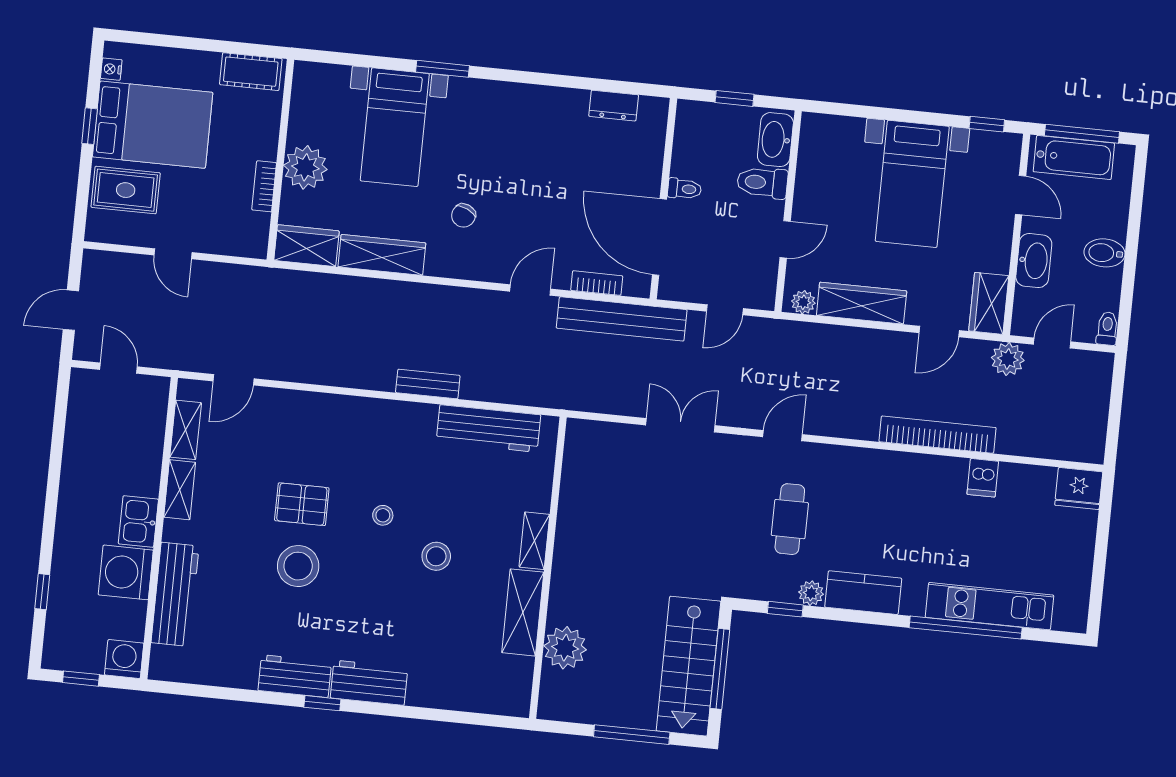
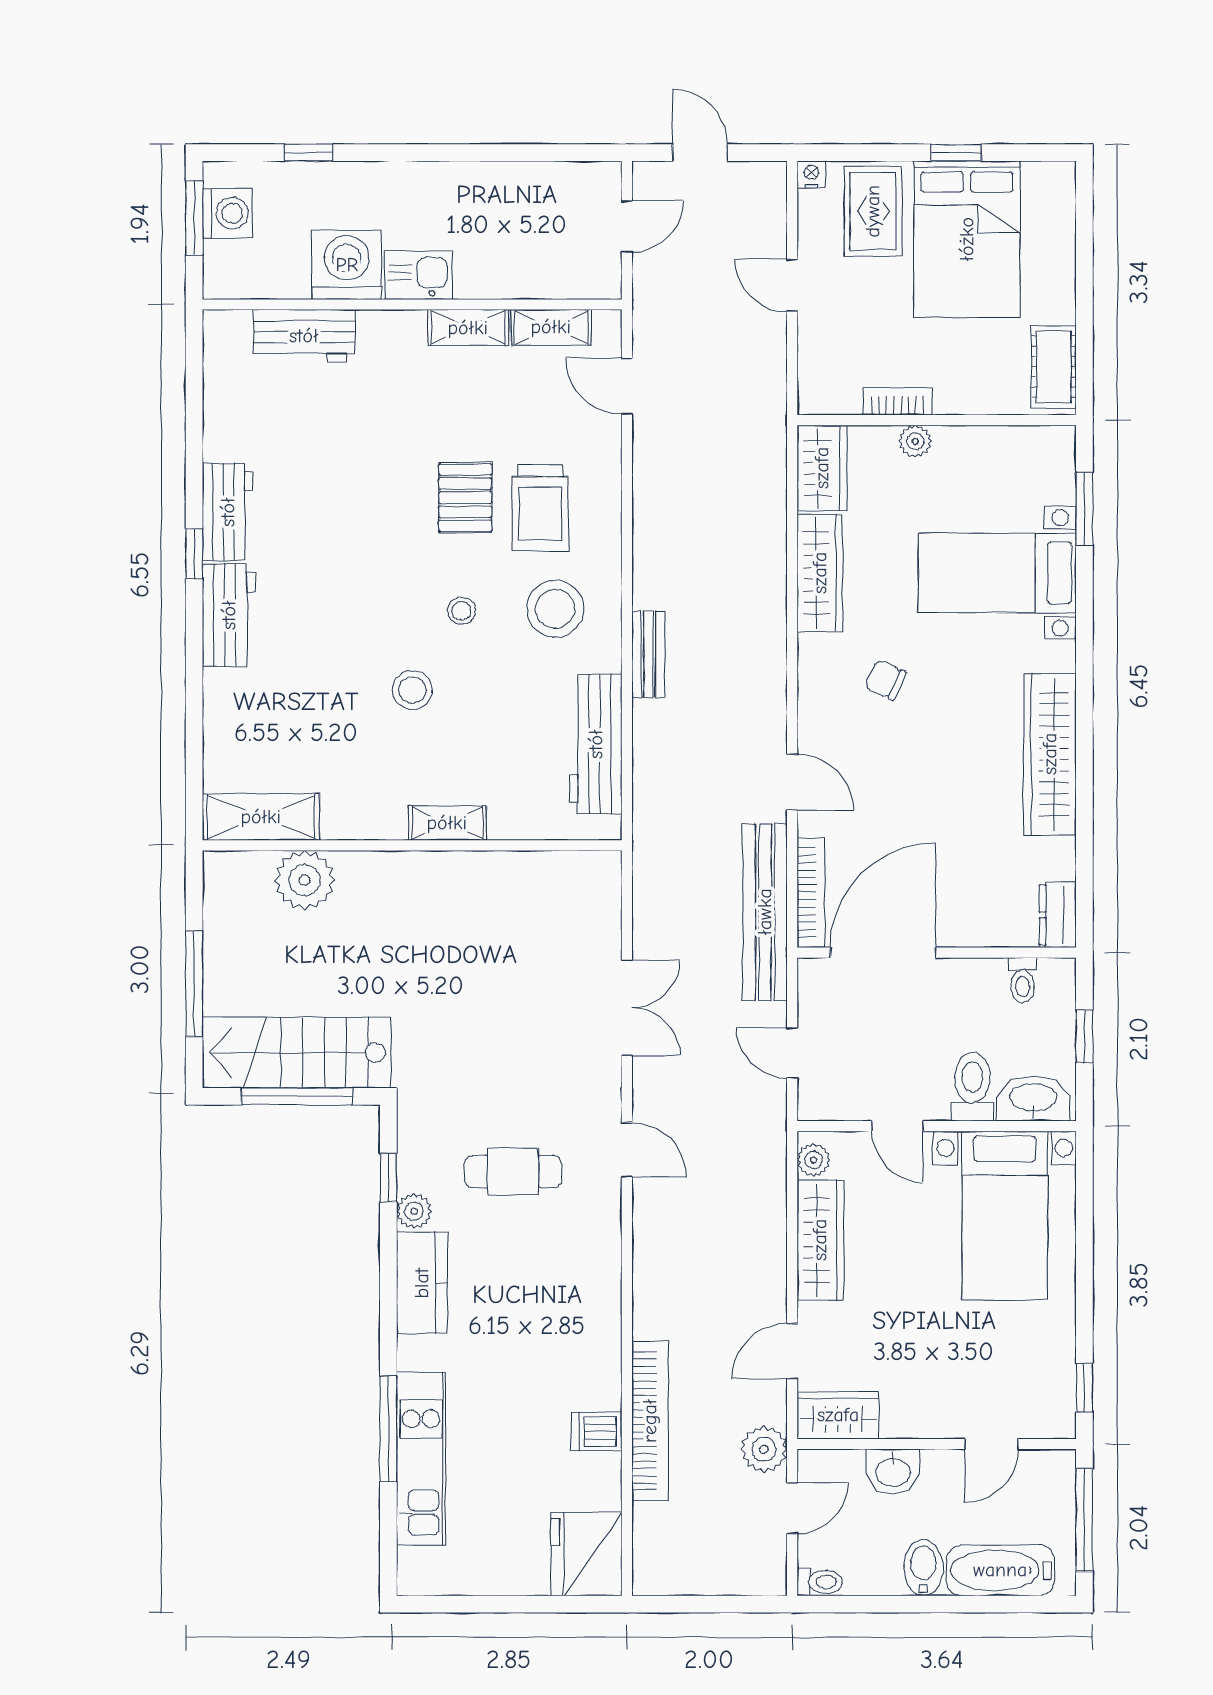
nightstand: (111, 69) -> (811, 174), moved
window: (442, 69) -> (1084, 509), moved
wardrobe: (529, 103) -> (1050, 754), added
dresser: (614, 106) -> (1058, 915), moved
bathtub: (1074, 157) -> (1000, 1570), moved, turned 90
plant: (305, 167) -> (915, 441), width x0.53, depth x0.53
bed with nightstands: (912, 184) -> (1005, 1215), moved, turned -90
toilet: (684, 189) -> (1022, 980), moved
door: (173, 254) -> (792, 285), hinge flipped
washbasin: (1034, 261) -> (893, 1471), width x0.72
bookcase: (597, 283) -> (811, 892), width x1.56
door: (939, 332) -> (792, 1351), hinge flipped
door: (1052, 343) -> (792, 1508), hinge flipped
bookcase: (937, 435) -> (650, 1421), moved
trolley: (315, 451) -> (540, 508), added
fridge: (1079, 489) -> (586, 1554), width x1.36, depth x1.34
stool: (298, 566) -> (555, 609), moved
workbench: (175, 594) -> (304, 336), width x0.73
shelving: (523, 612) -> (261, 817), moved
window: (966, 628) -> (388, 1429), width x0.68
washing machine: (124, 659) -> (227, 213), moved
window: (81, 679) -> (194, 218), width x1.50

